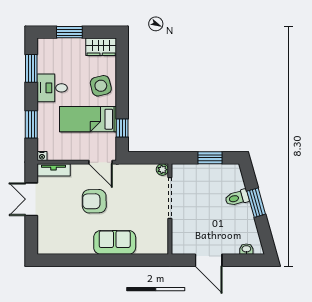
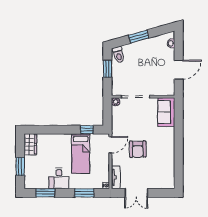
side table: (101, 86) -> (57, 145), removed
toilet: (237, 198) -> (118, 55), moved
sofa: (115, 242) -> (166, 112), moved

